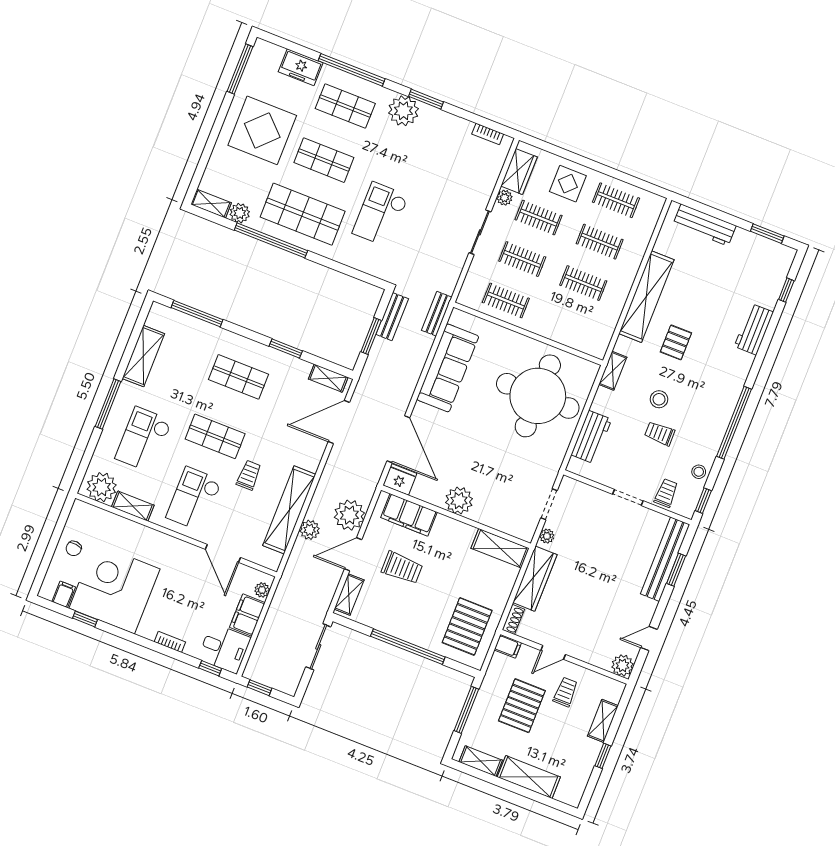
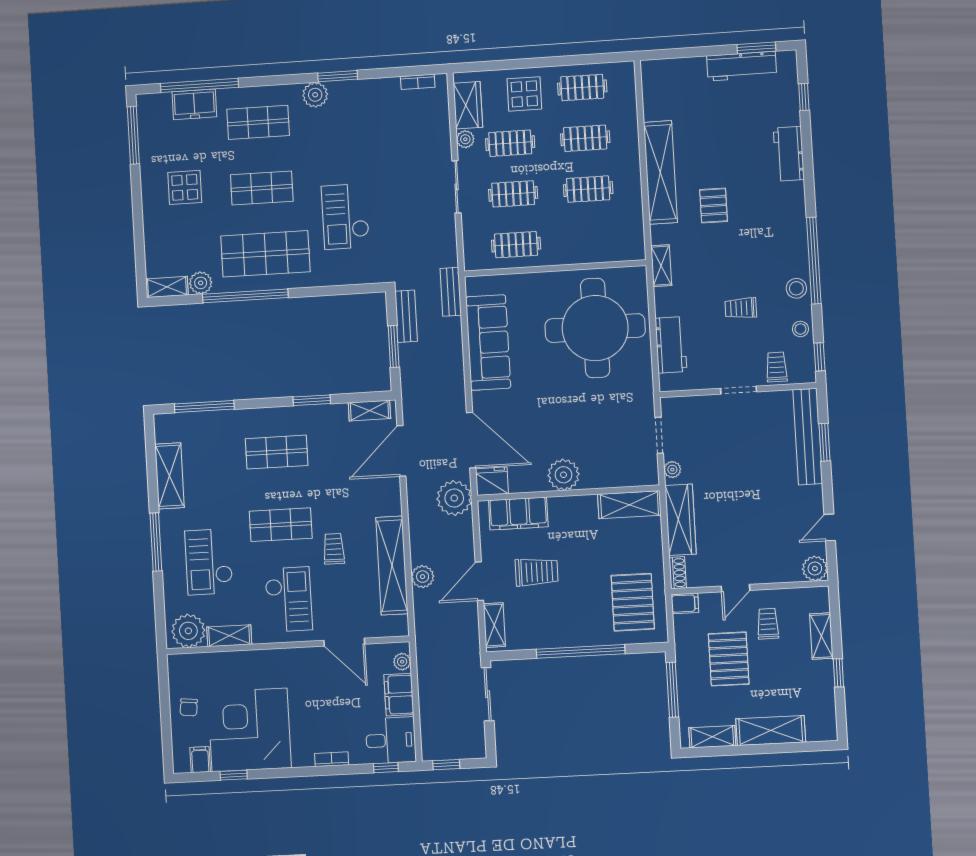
window: (352, 70) -> (199, 85), moved
plant: (403, 111) -> (315, 95), width x0.73, depth x0.73
display table: (262, 130) -> (185, 187), width x0.54, depth x0.54
workbench: (705, 225) -> (742, 66), moved
stool: (659, 399) -> (796, 288), moved
checkout: (194, 499) -> (289, 599), turned 180
plant: (349, 515) -> (454, 498), moved

